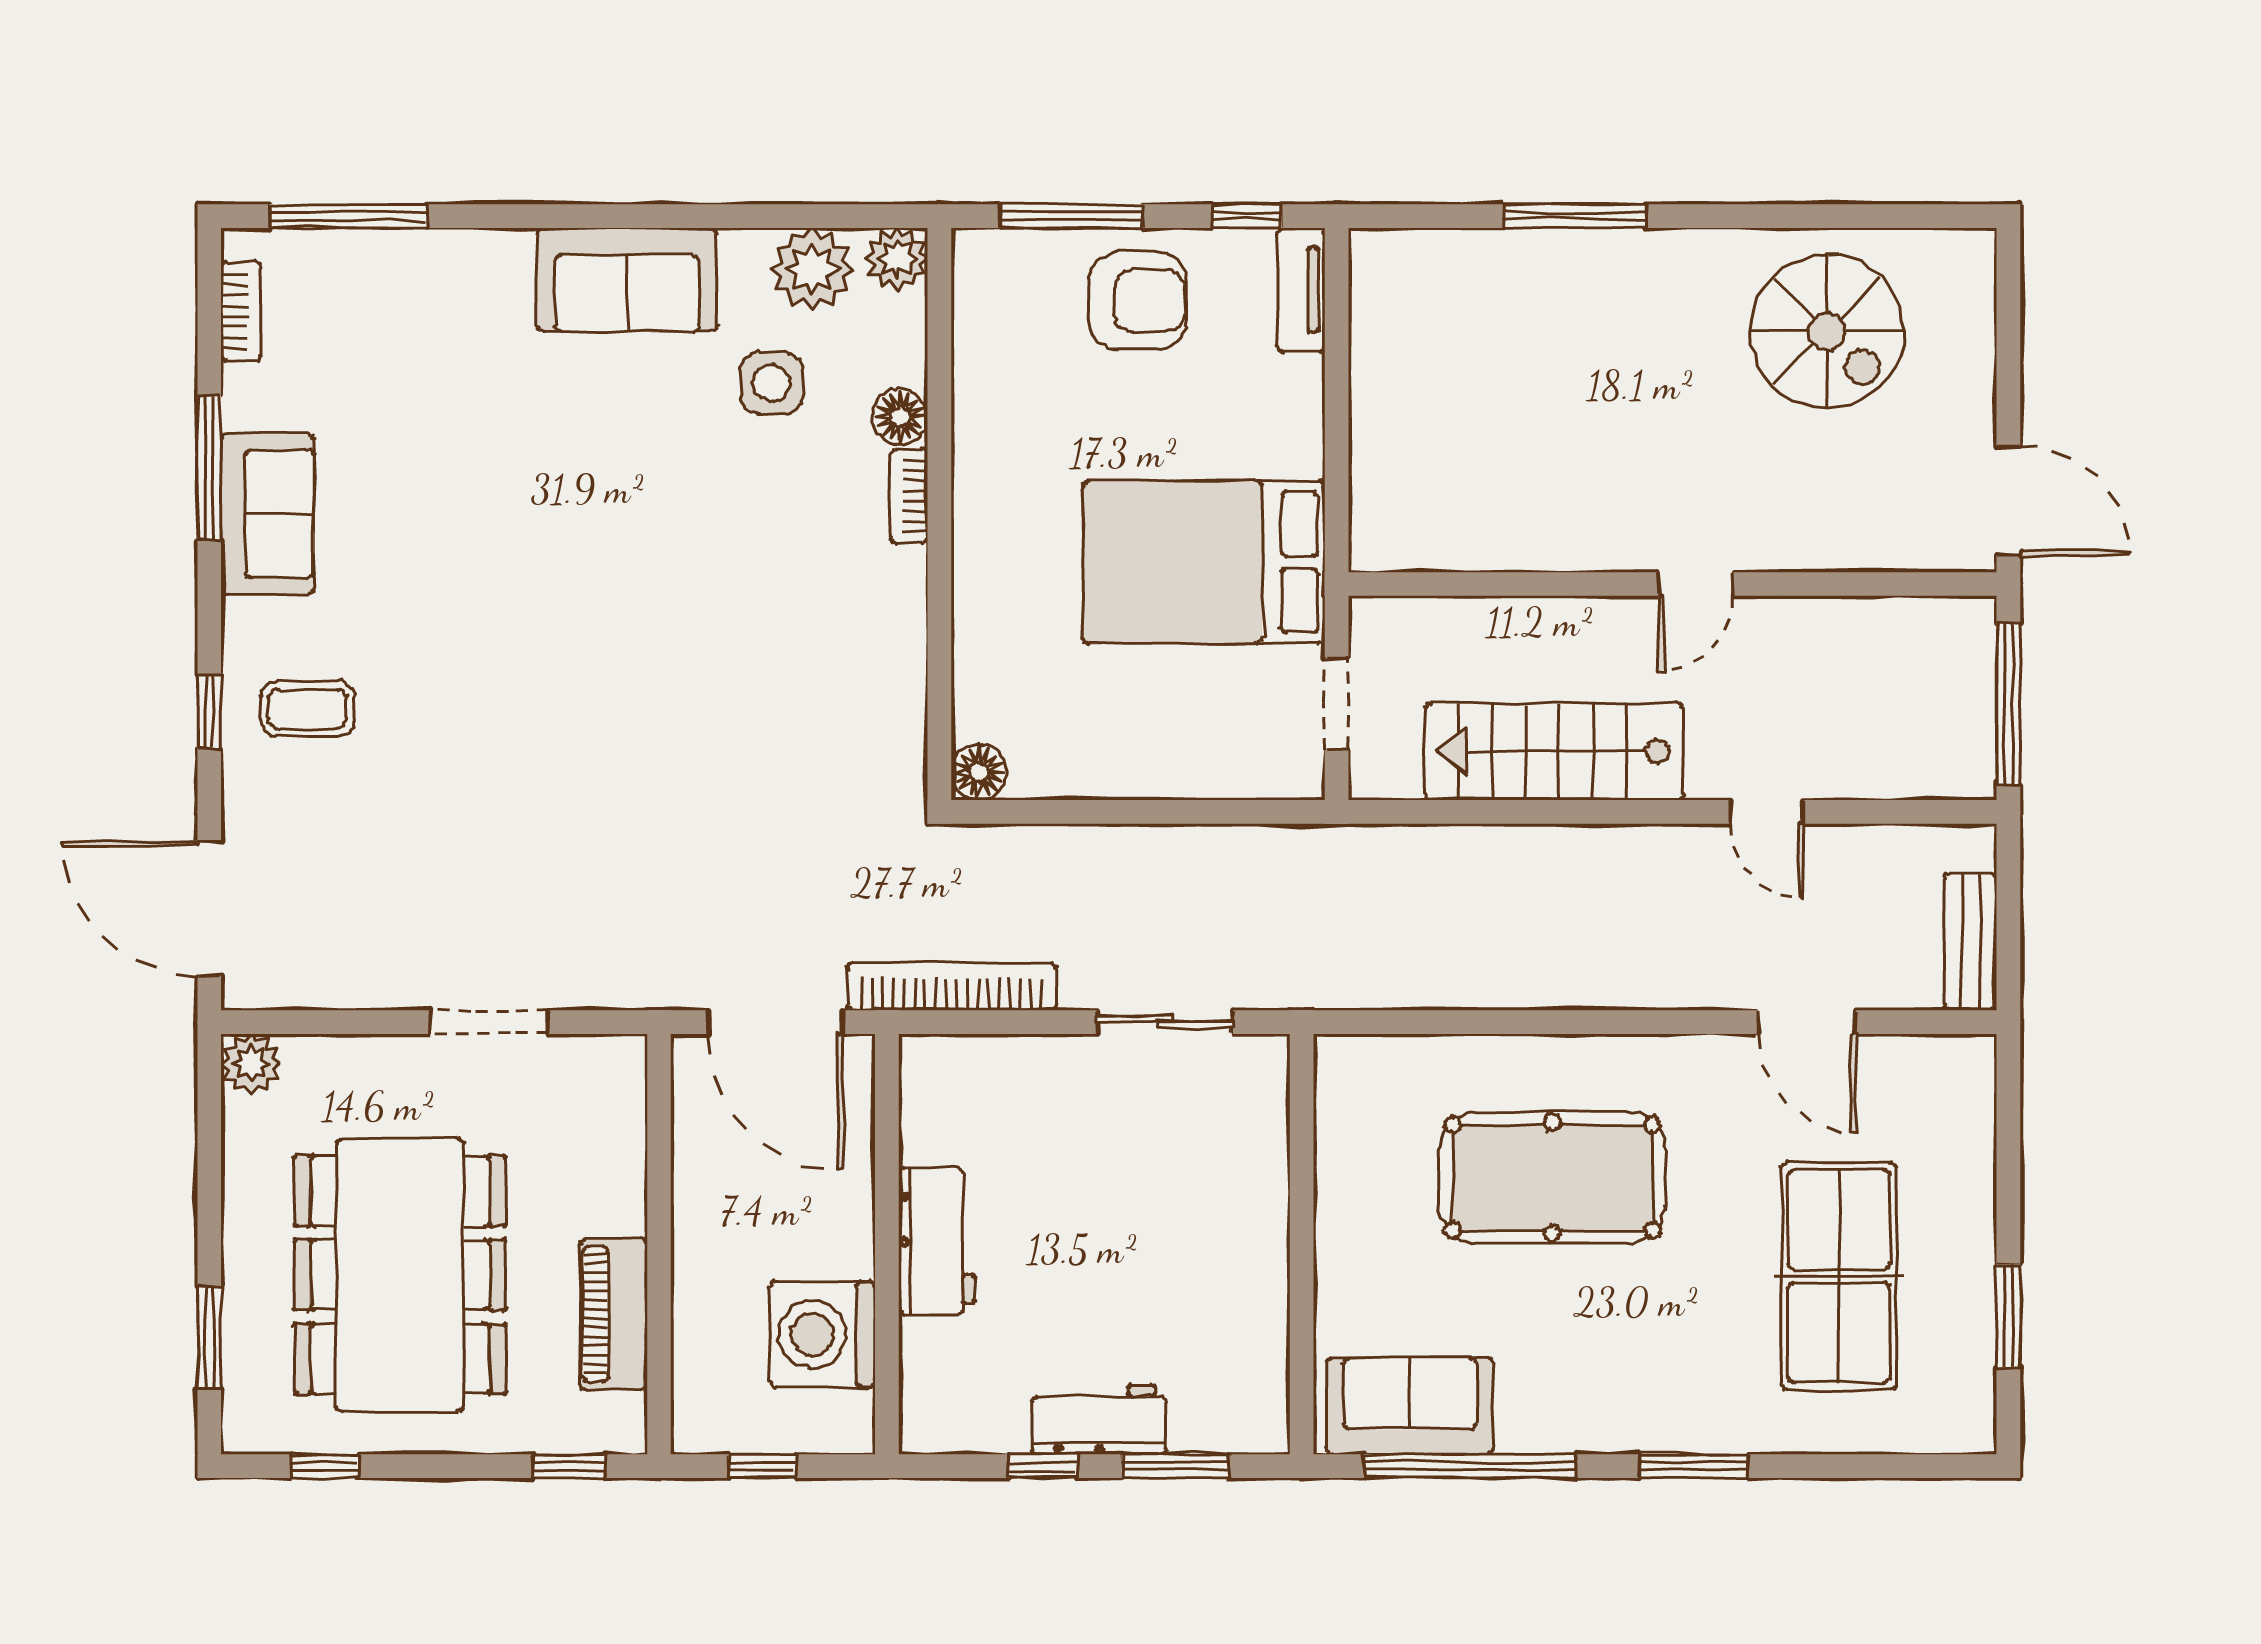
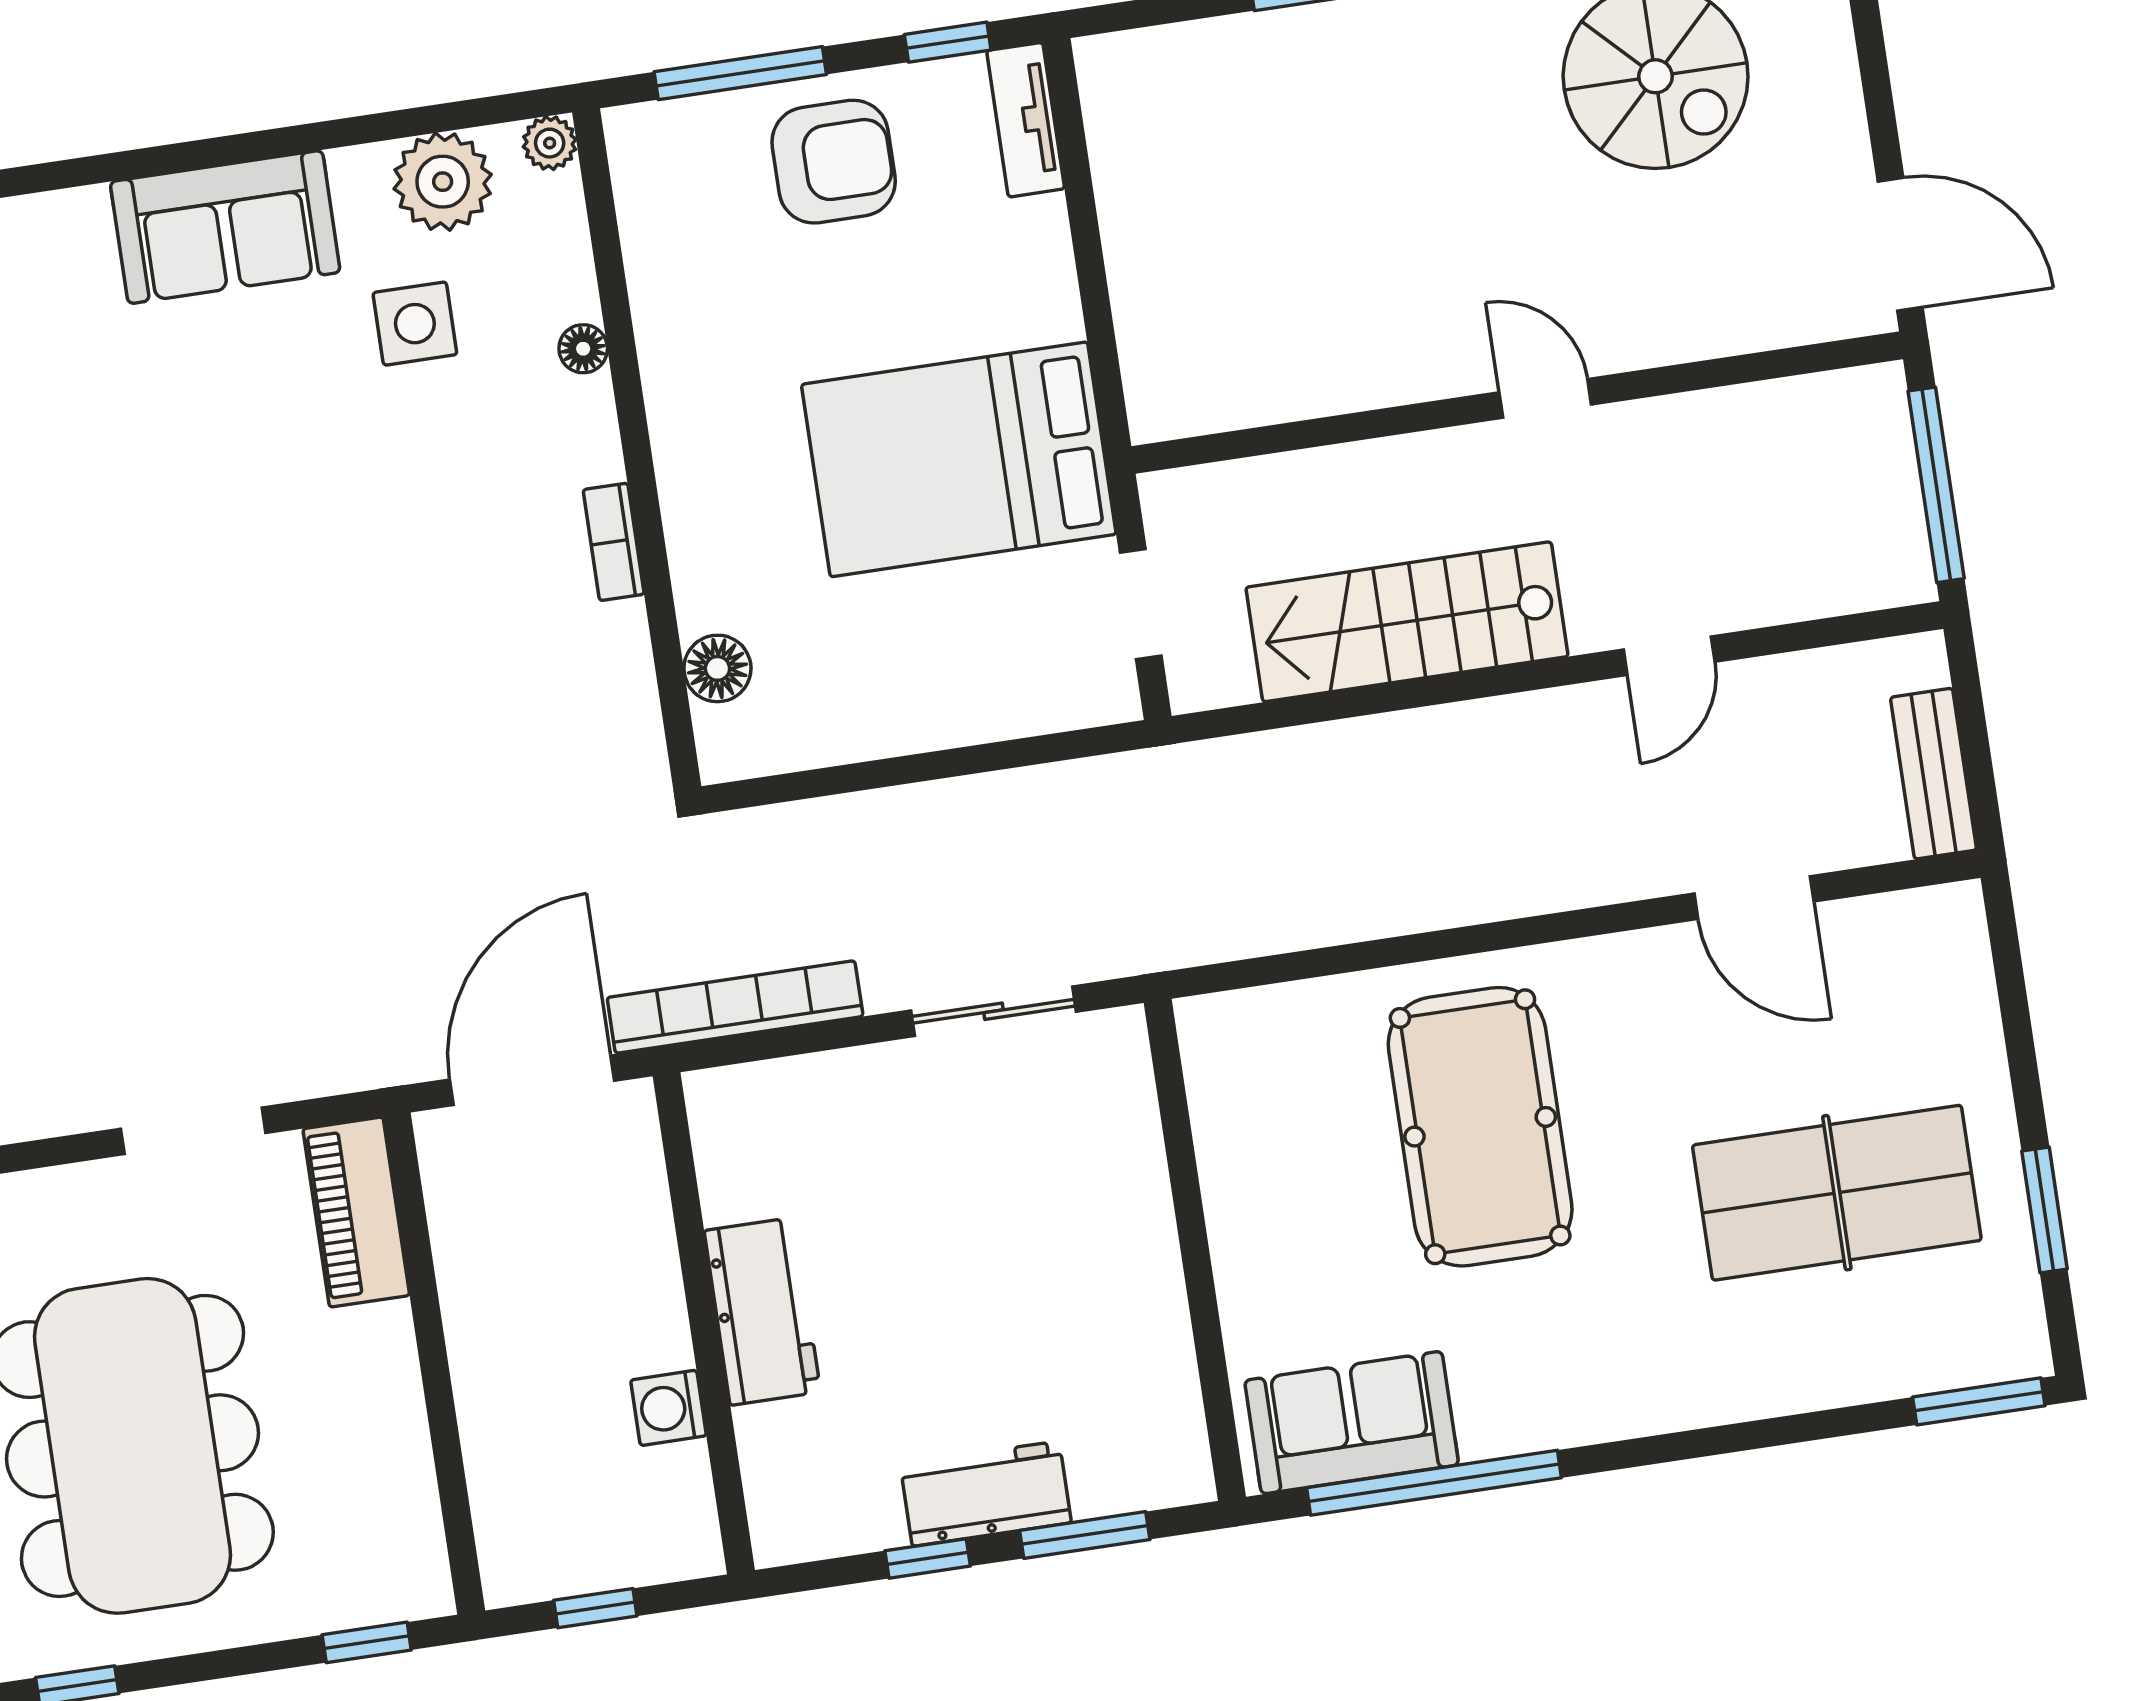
plant: (897, 259) -> (550, 143), width x0.73, depth x0.73
floor lamp: (900, 417) -> (583, 349), width x0.73, depth x0.73
bookcase: (909, 496) -> (614, 542), moved
door: (1696, 584) -> (1545, 398), swing flipped
floor lamp: (979, 772) -> (717, 668), moved
door: (1767, 812) -> (1669, 656), hinge flipped
door: (775, 1022) -> (532, 1080), swing flipped
pool table: (1552, 1178) -> (1480, 1127), turned 90
table tennis table: (1839, 1276) -> (1837, 1193), turned 90
piano: (614, 1314) -> (356, 1212), moved
washing machine: (823, 1334) -> (668, 1408), width x0.53, depth x0.53
window: (1694, 1466) -> (1979, 1401), moved

